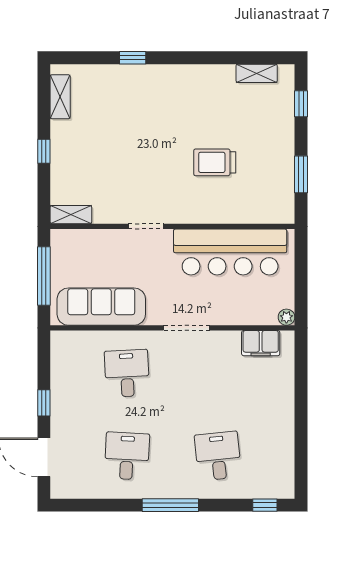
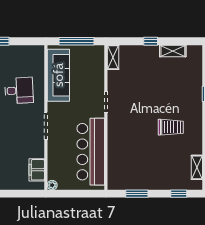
shelving: (60, 97) -> (173, 51), moved
trolley: (215, 162) -> (171, 127), moved, turned 90

